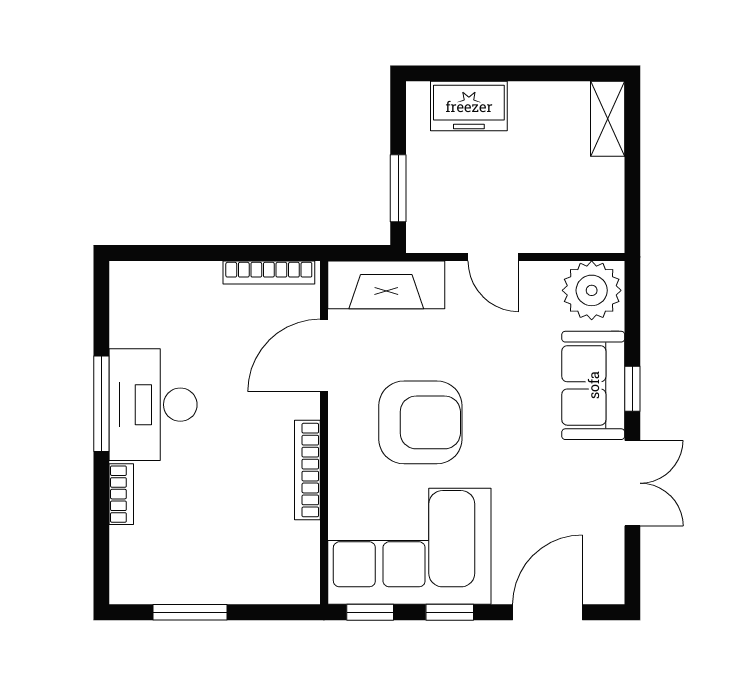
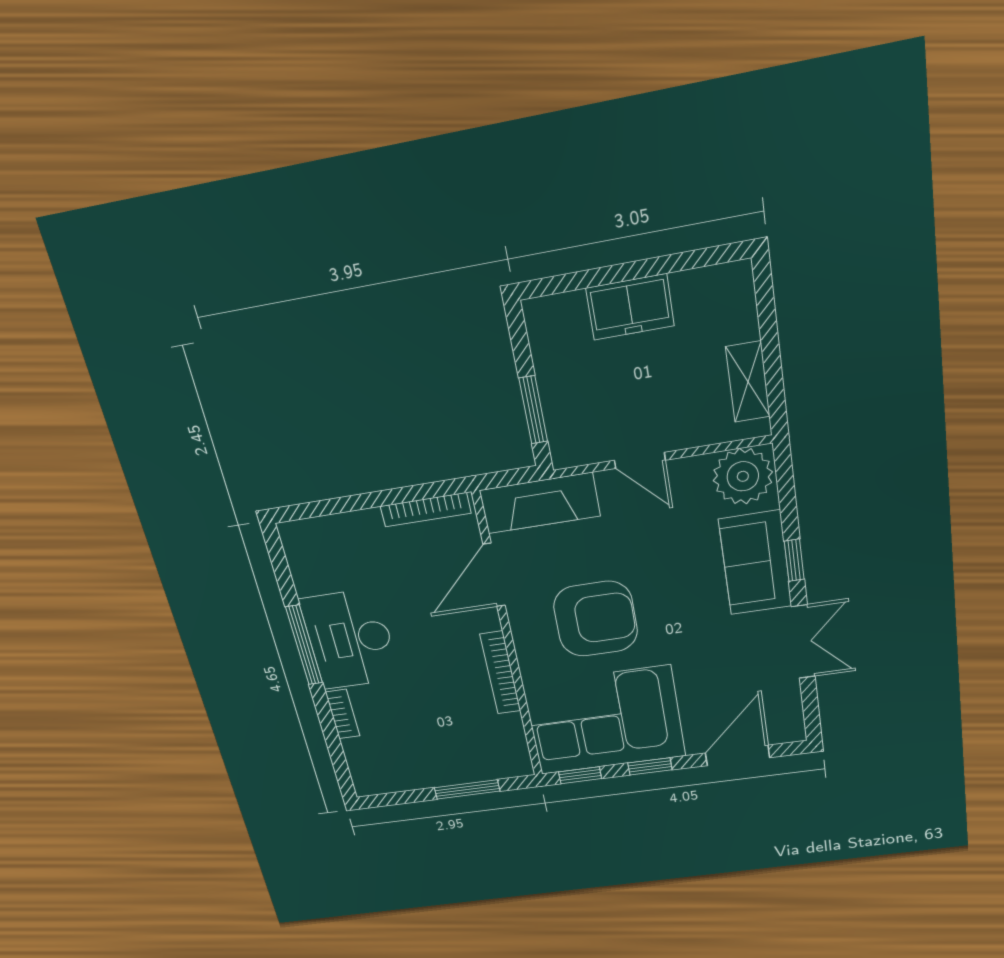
freezer: (469, 106) -> (630, 307), moved
shelving: (608, 119) -> (748, 382), moved
window: (190, 612) -> (467, 789), moved

